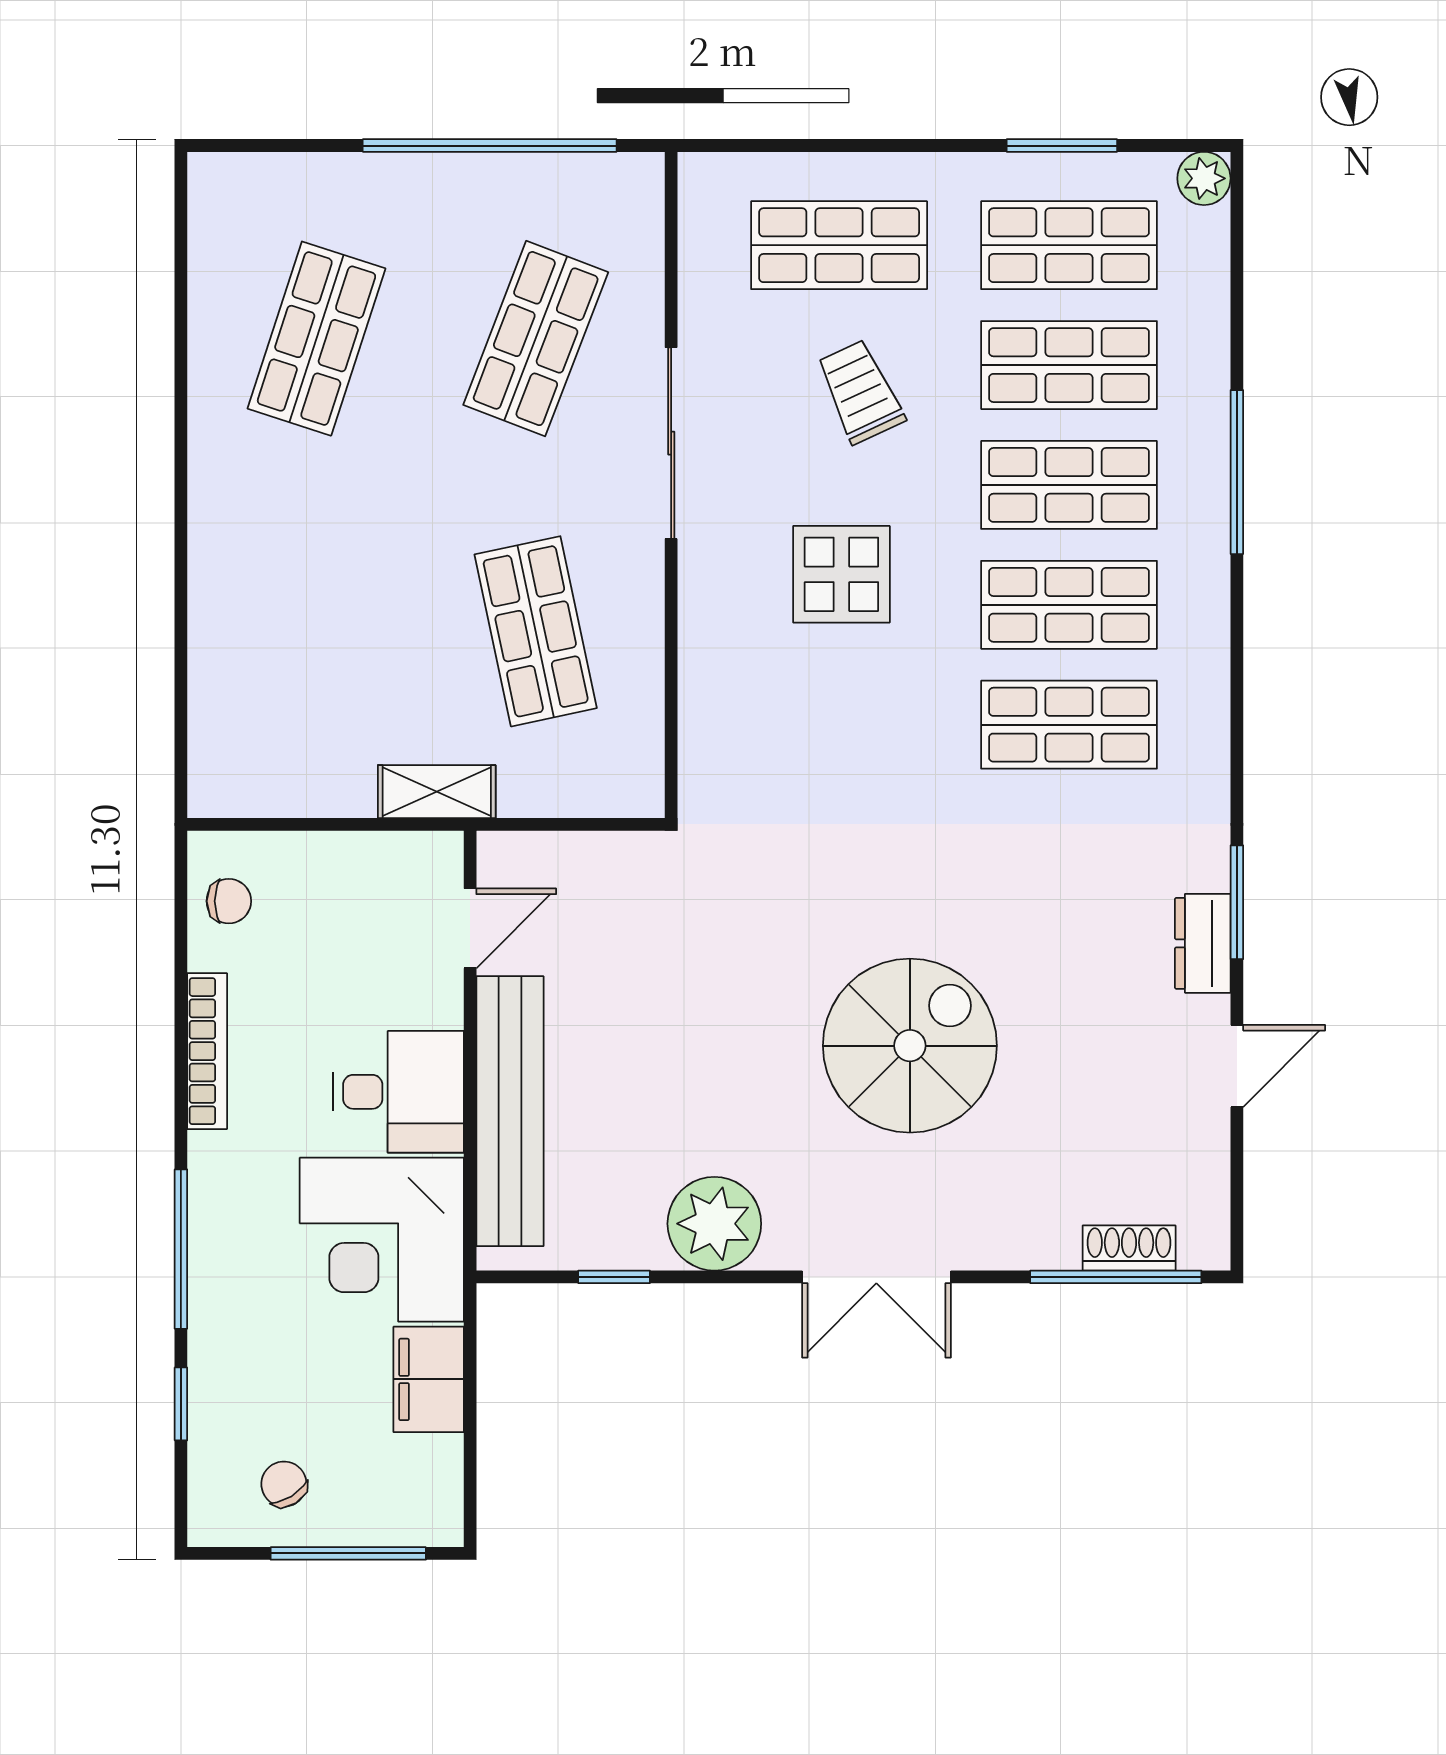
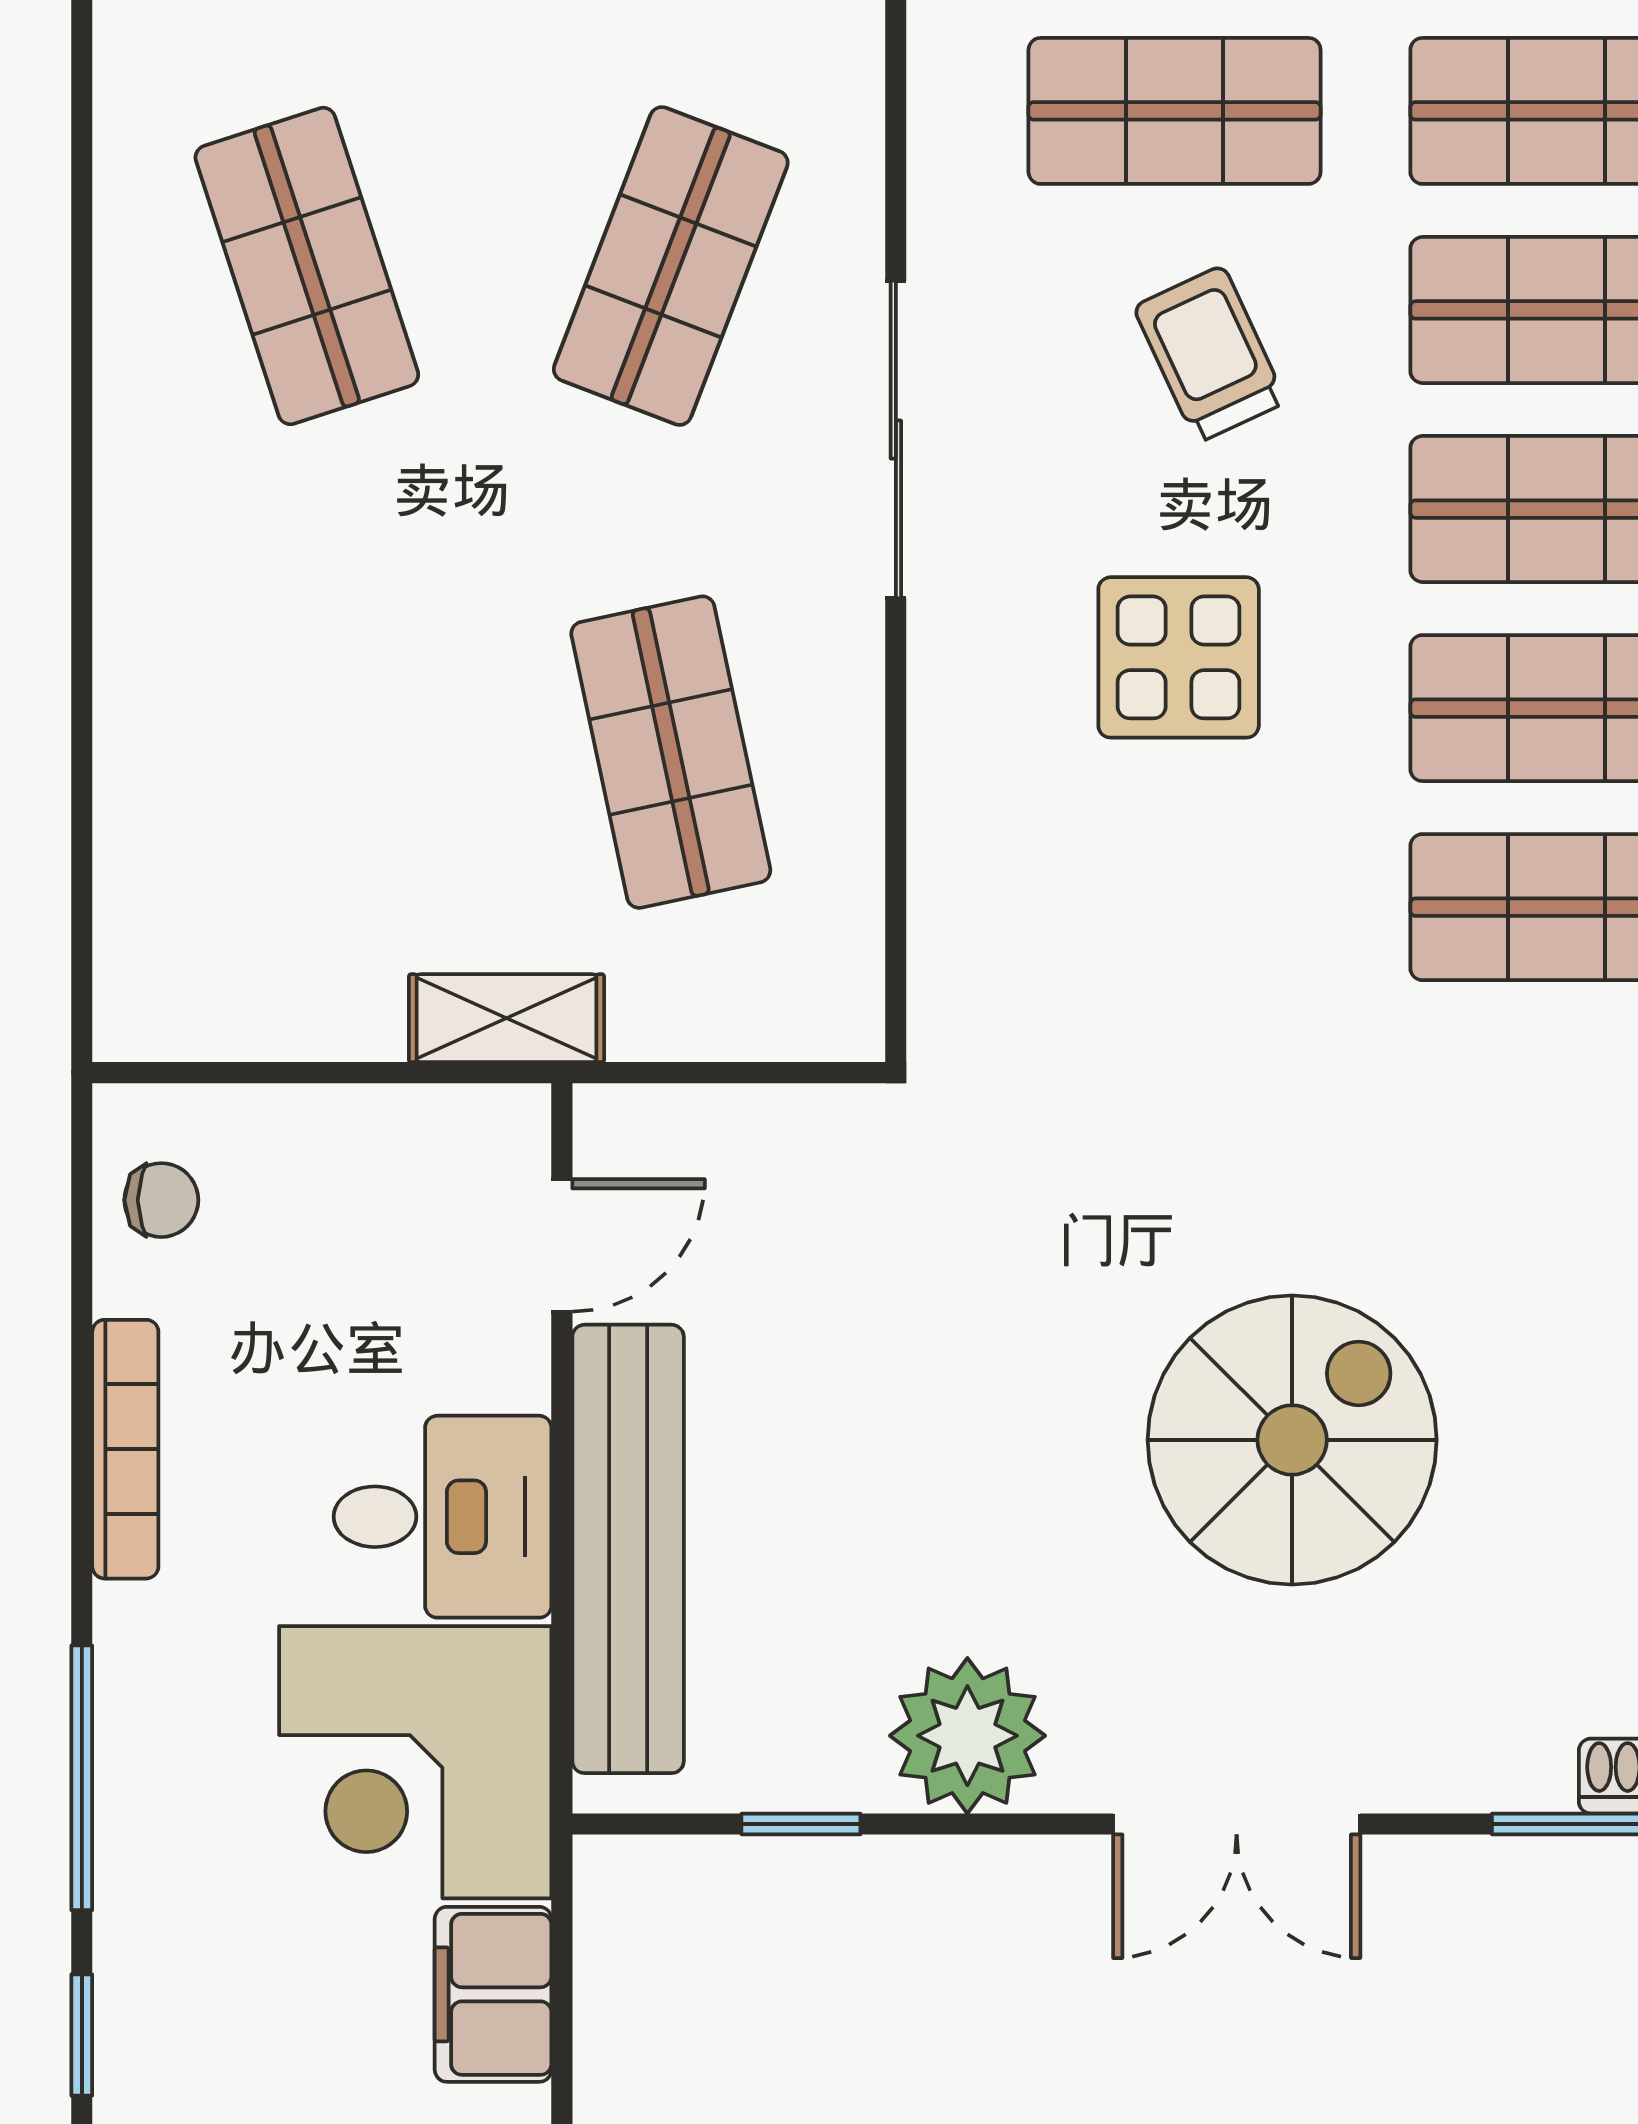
shop shelf: (316, 339) -> (307, 266), turned -36

